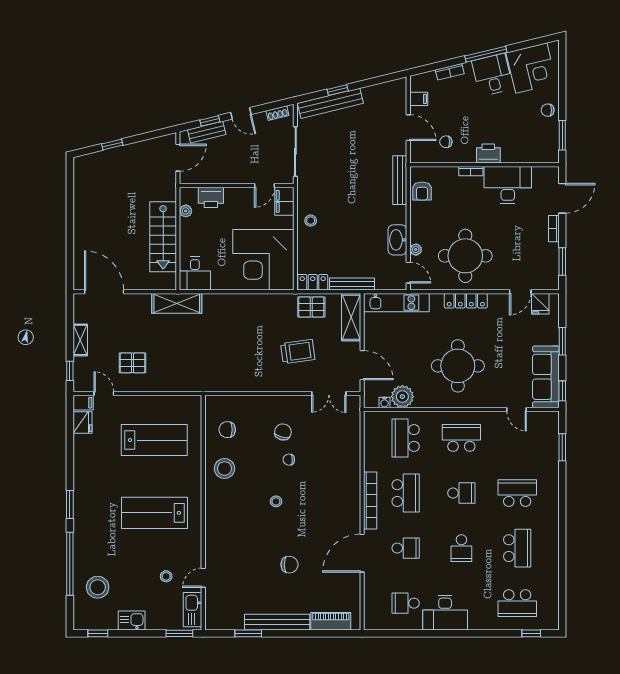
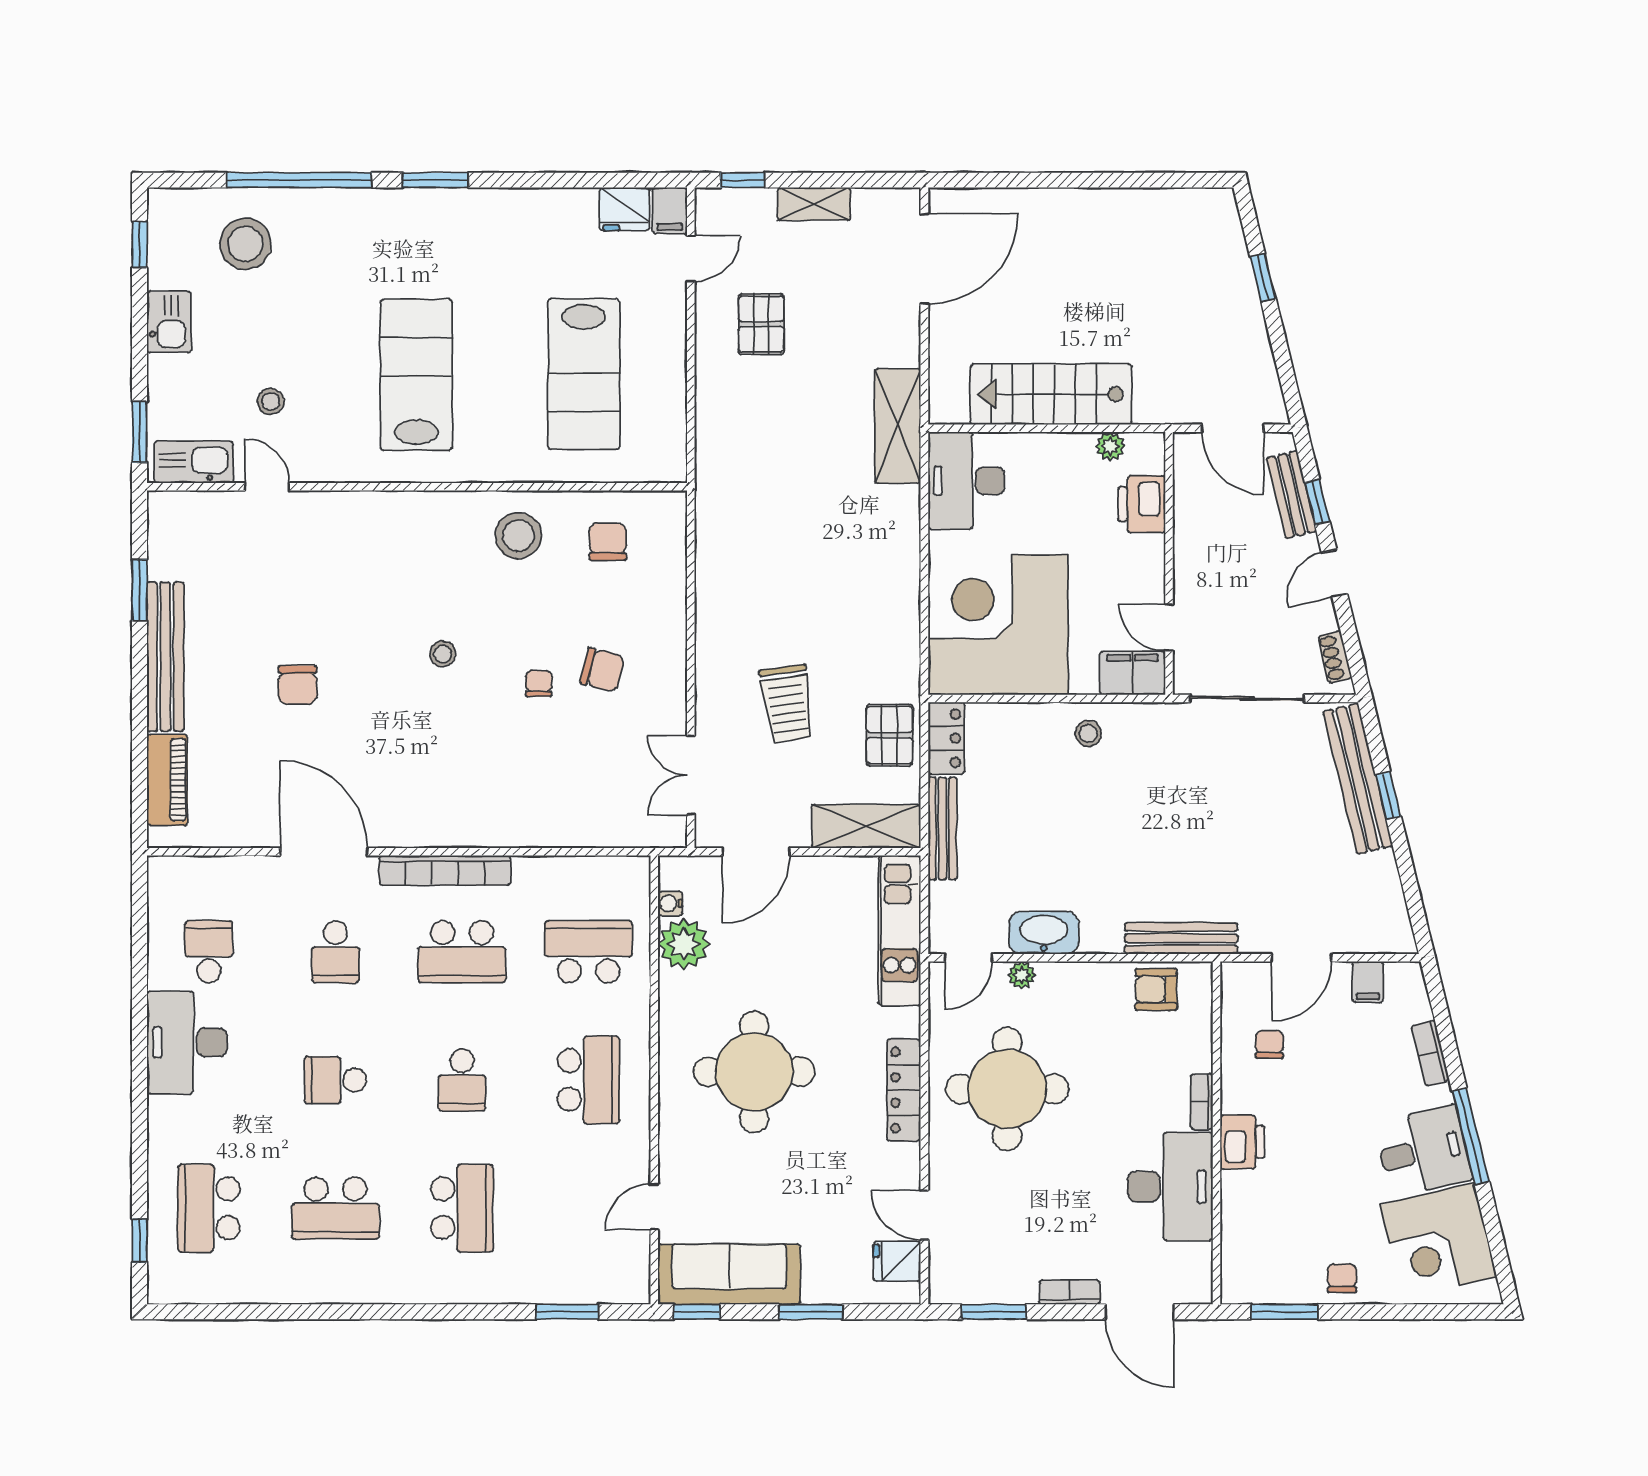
desk: (195, 274) -> (966, 481), width x1.37

